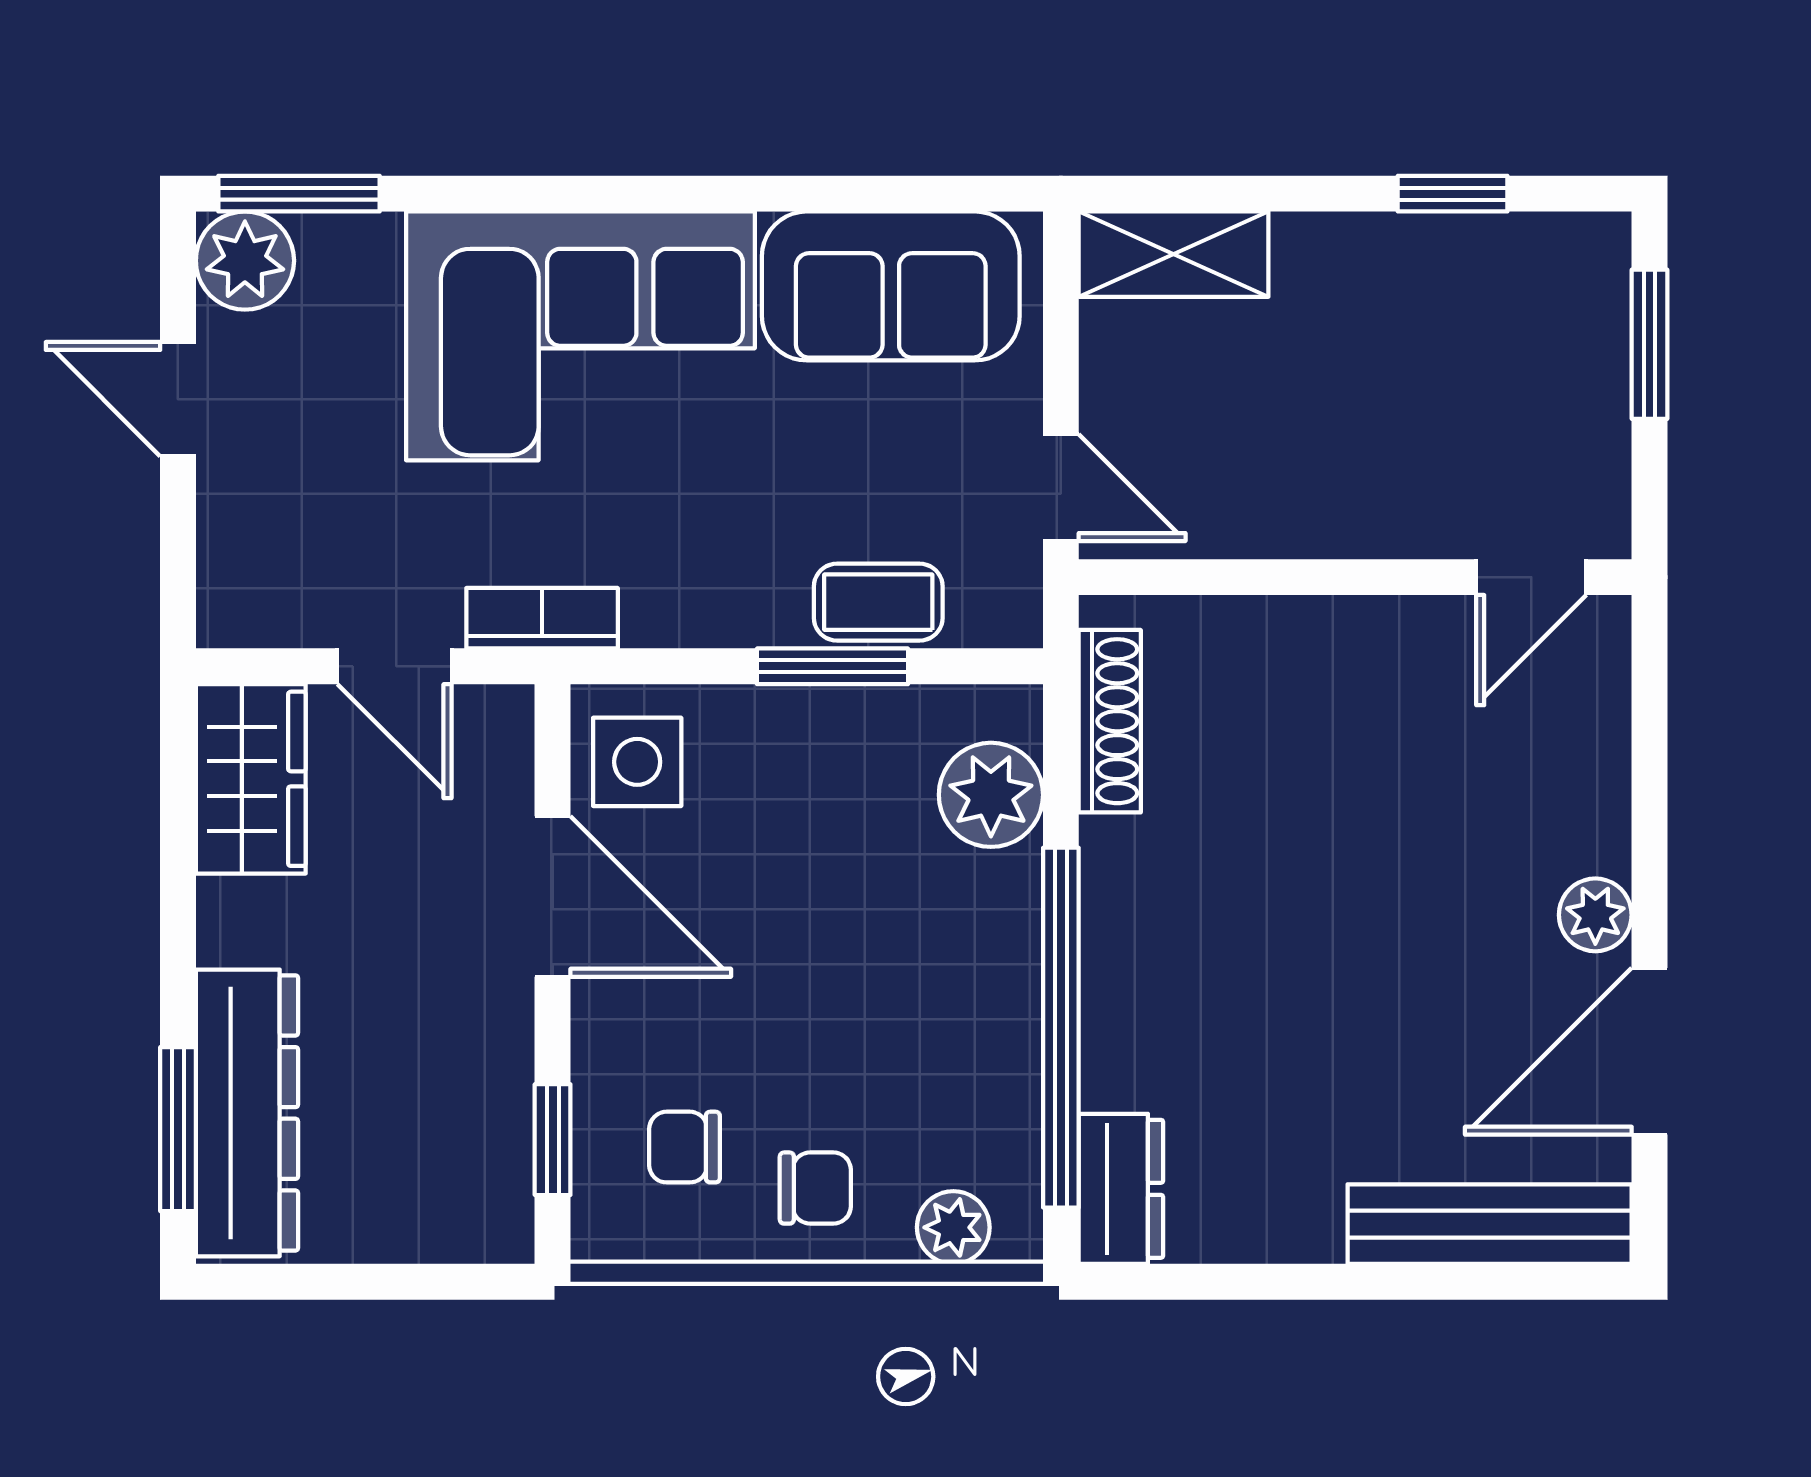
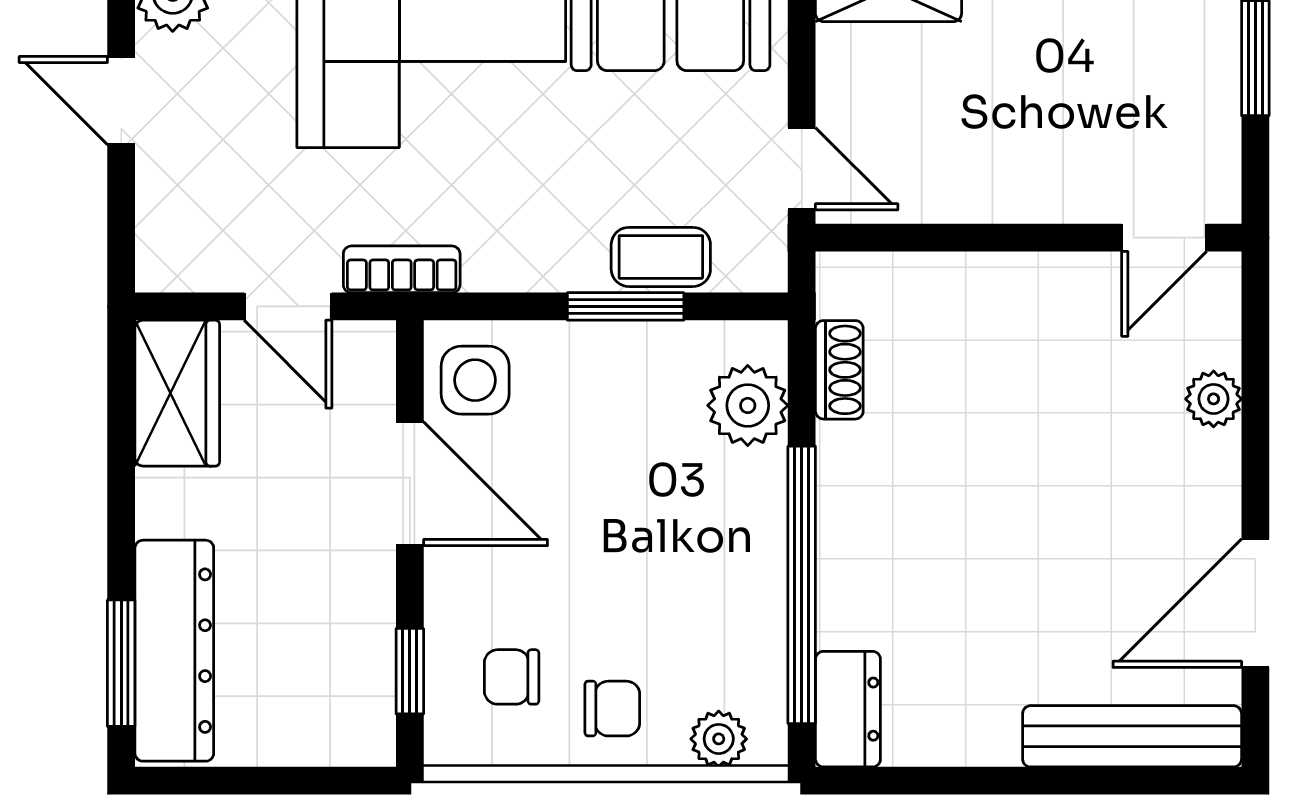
shoe rack: (1110, 721) -> (839, 370), width x0.70
plant: (1595, 915) -> (1214, 399), moved

